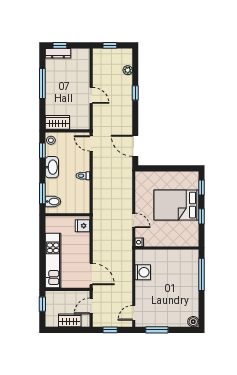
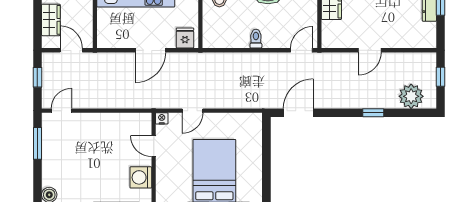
plant: (128, 70) -> (411, 96), width x1.88, depth x1.88
door: (159, 248) -> (154, 146), added
washing machine: (143, 272) -> (141, 177), moved, turned 90
door: (91, 274) -> (150, 50), moved
door: (134, 313) -> (62, 111), hinge flipped

